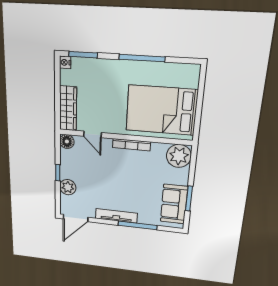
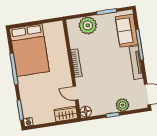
wardrobe: (68, 108) -> (66, 114), width x0.67
bed: (161, 110) -> (29, 50), moved
door: (92, 134) -> (76, 93), swing flipped
plant: (179, 156) -> (88, 25), moved
sofa: (174, 204) -> (127, 31), moved, turned 90

